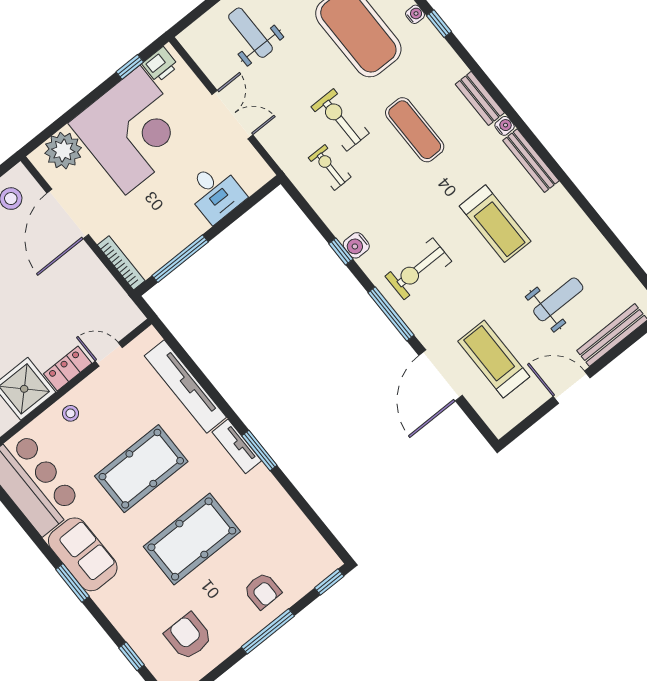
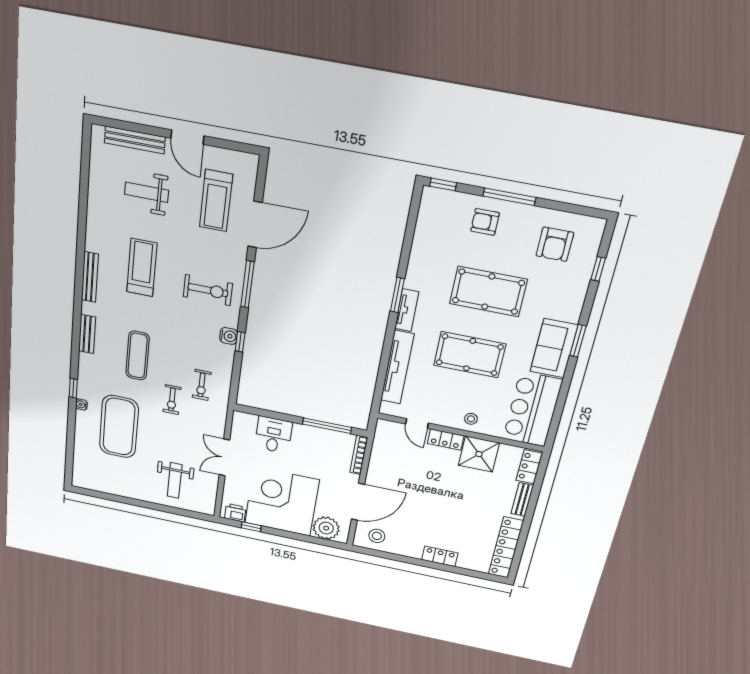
exercise bike: (340, 120) -> (172, 400), width x0.73, depth x0.72
water cooler: (505, 126) -> (87, 308), removed
armchair: (262, 591) -> (485, 222), turned -89

